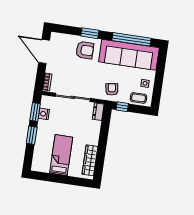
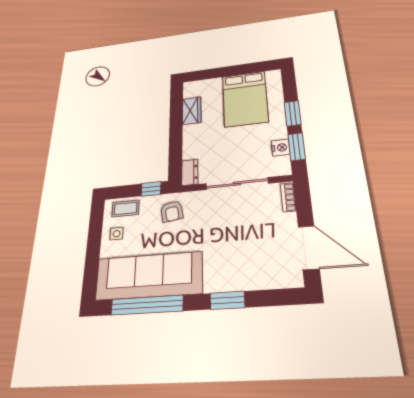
armchair: (85, 50) -> (231, 266), removed
bed: (61, 155) -> (245, 99), width x1.50
wardrobe: (90, 160) -> (192, 111), width x0.67

